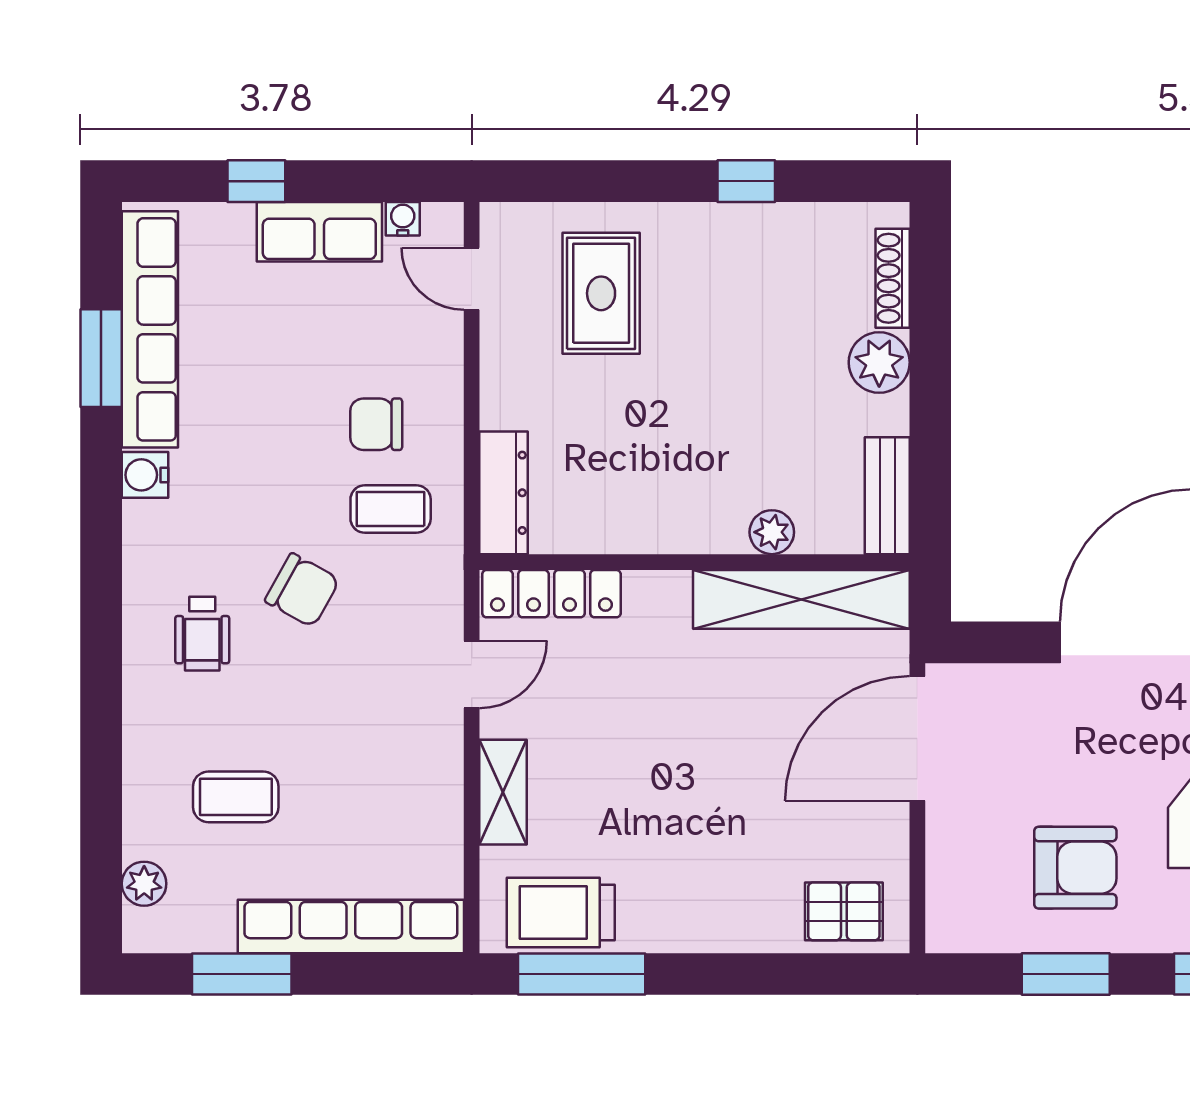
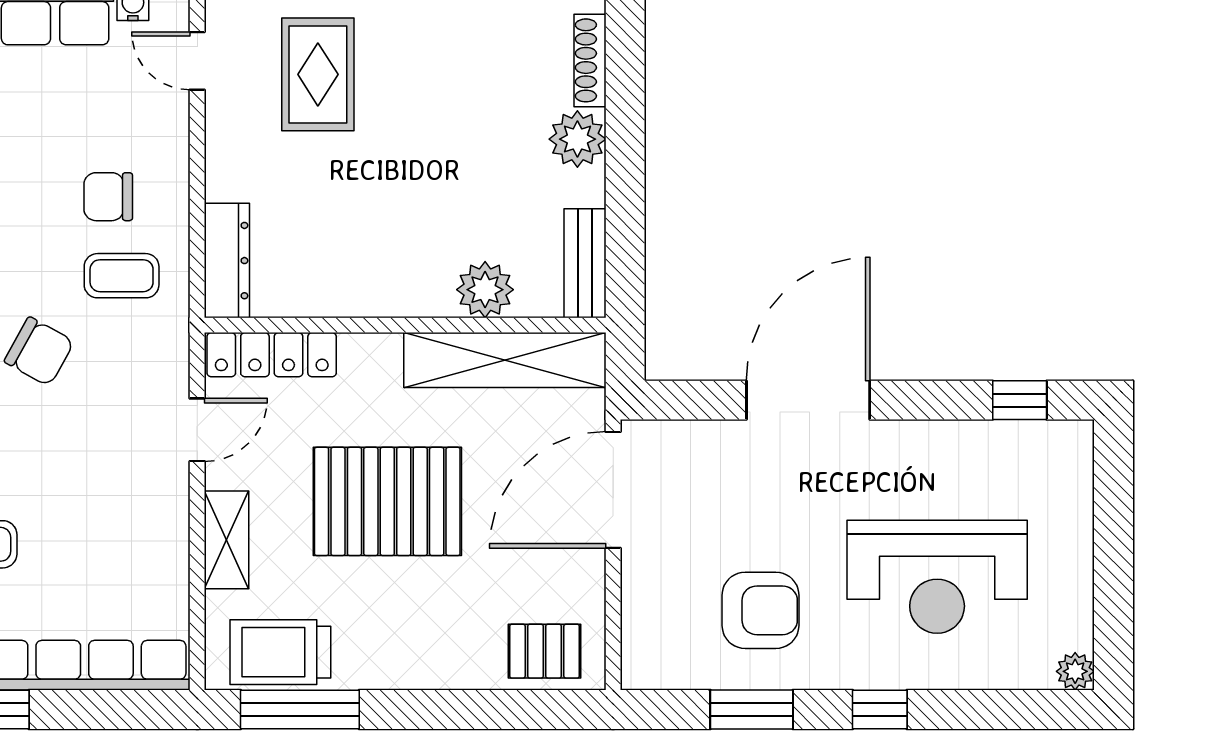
plant: (772, 532) -> (485, 290), width x1.38, depth x1.38
pallet: (675, 751) -> (387, 501), added

